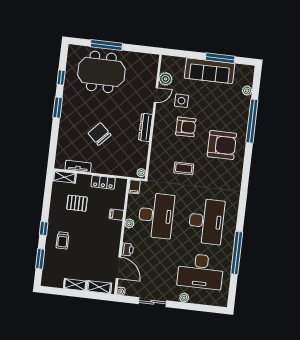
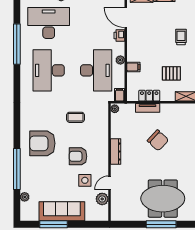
tv unit: (78, 166) -> (148, 108), moved
desk: (156, 215) -> (96, 70), turned 180

